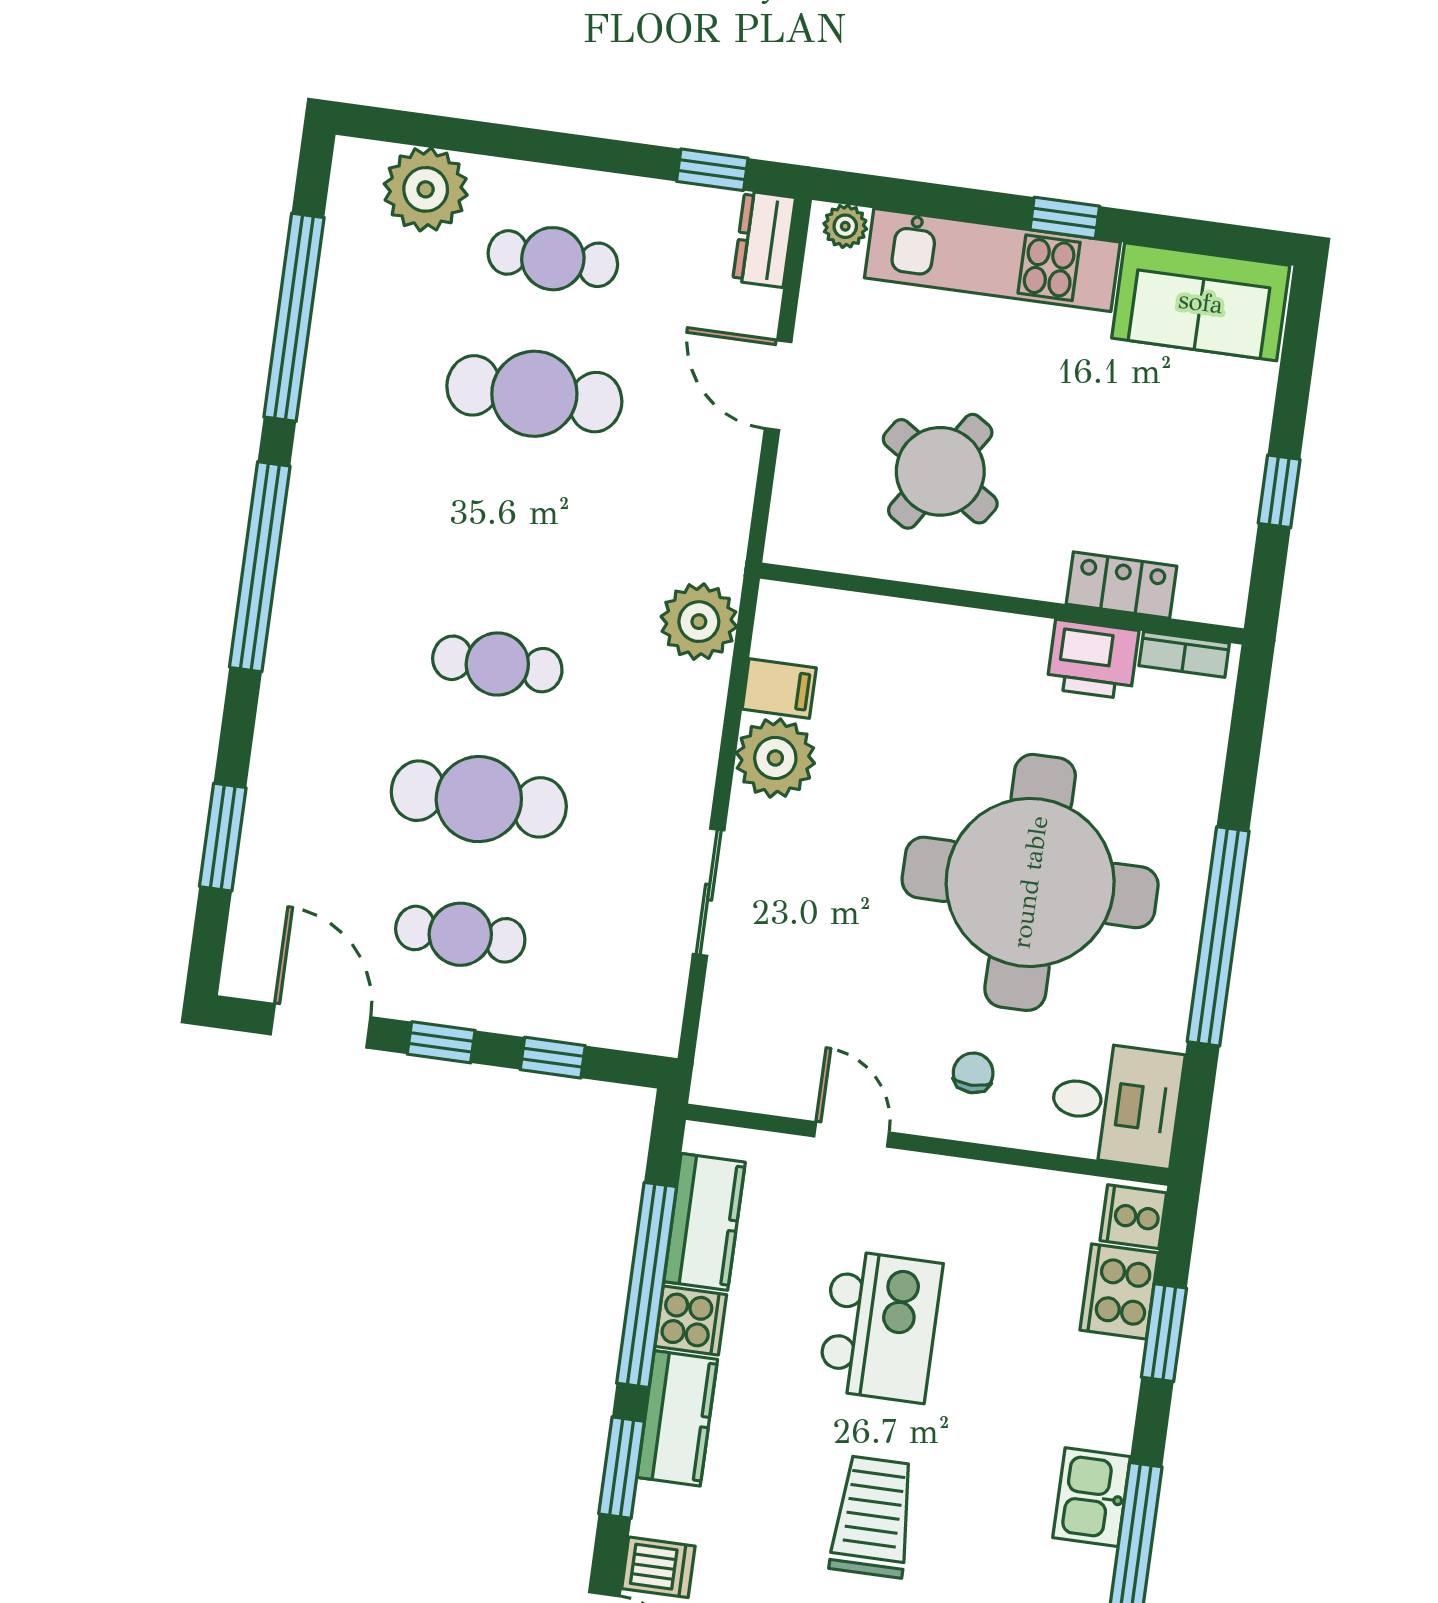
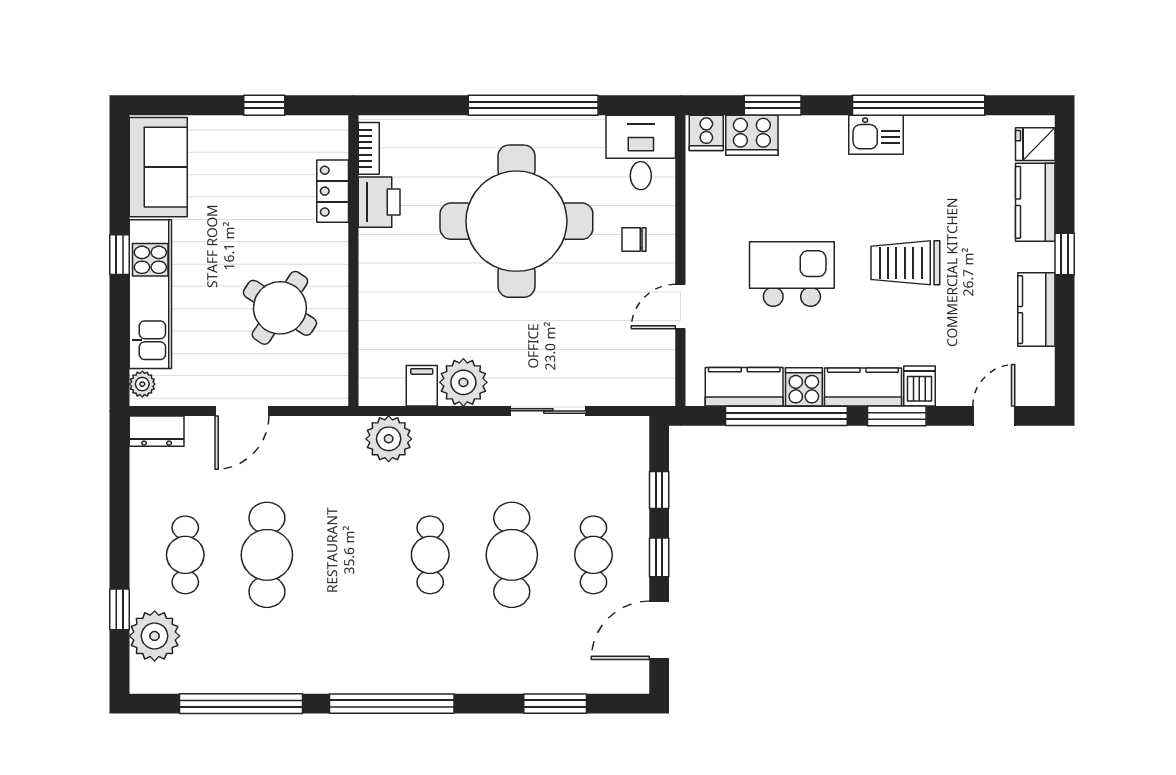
window: (712, 170) -> (120, 609), moved
dishwasher: (658, 1567) -> (919, 386), moved

